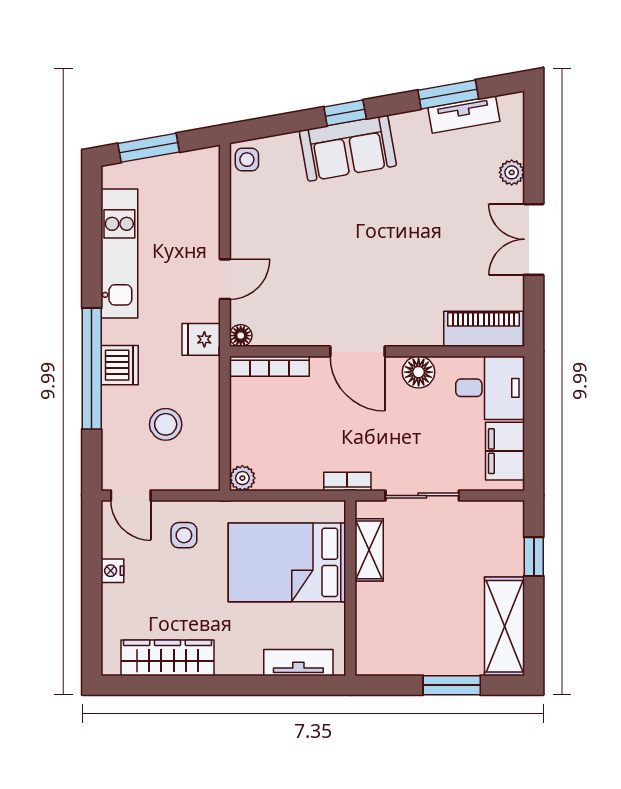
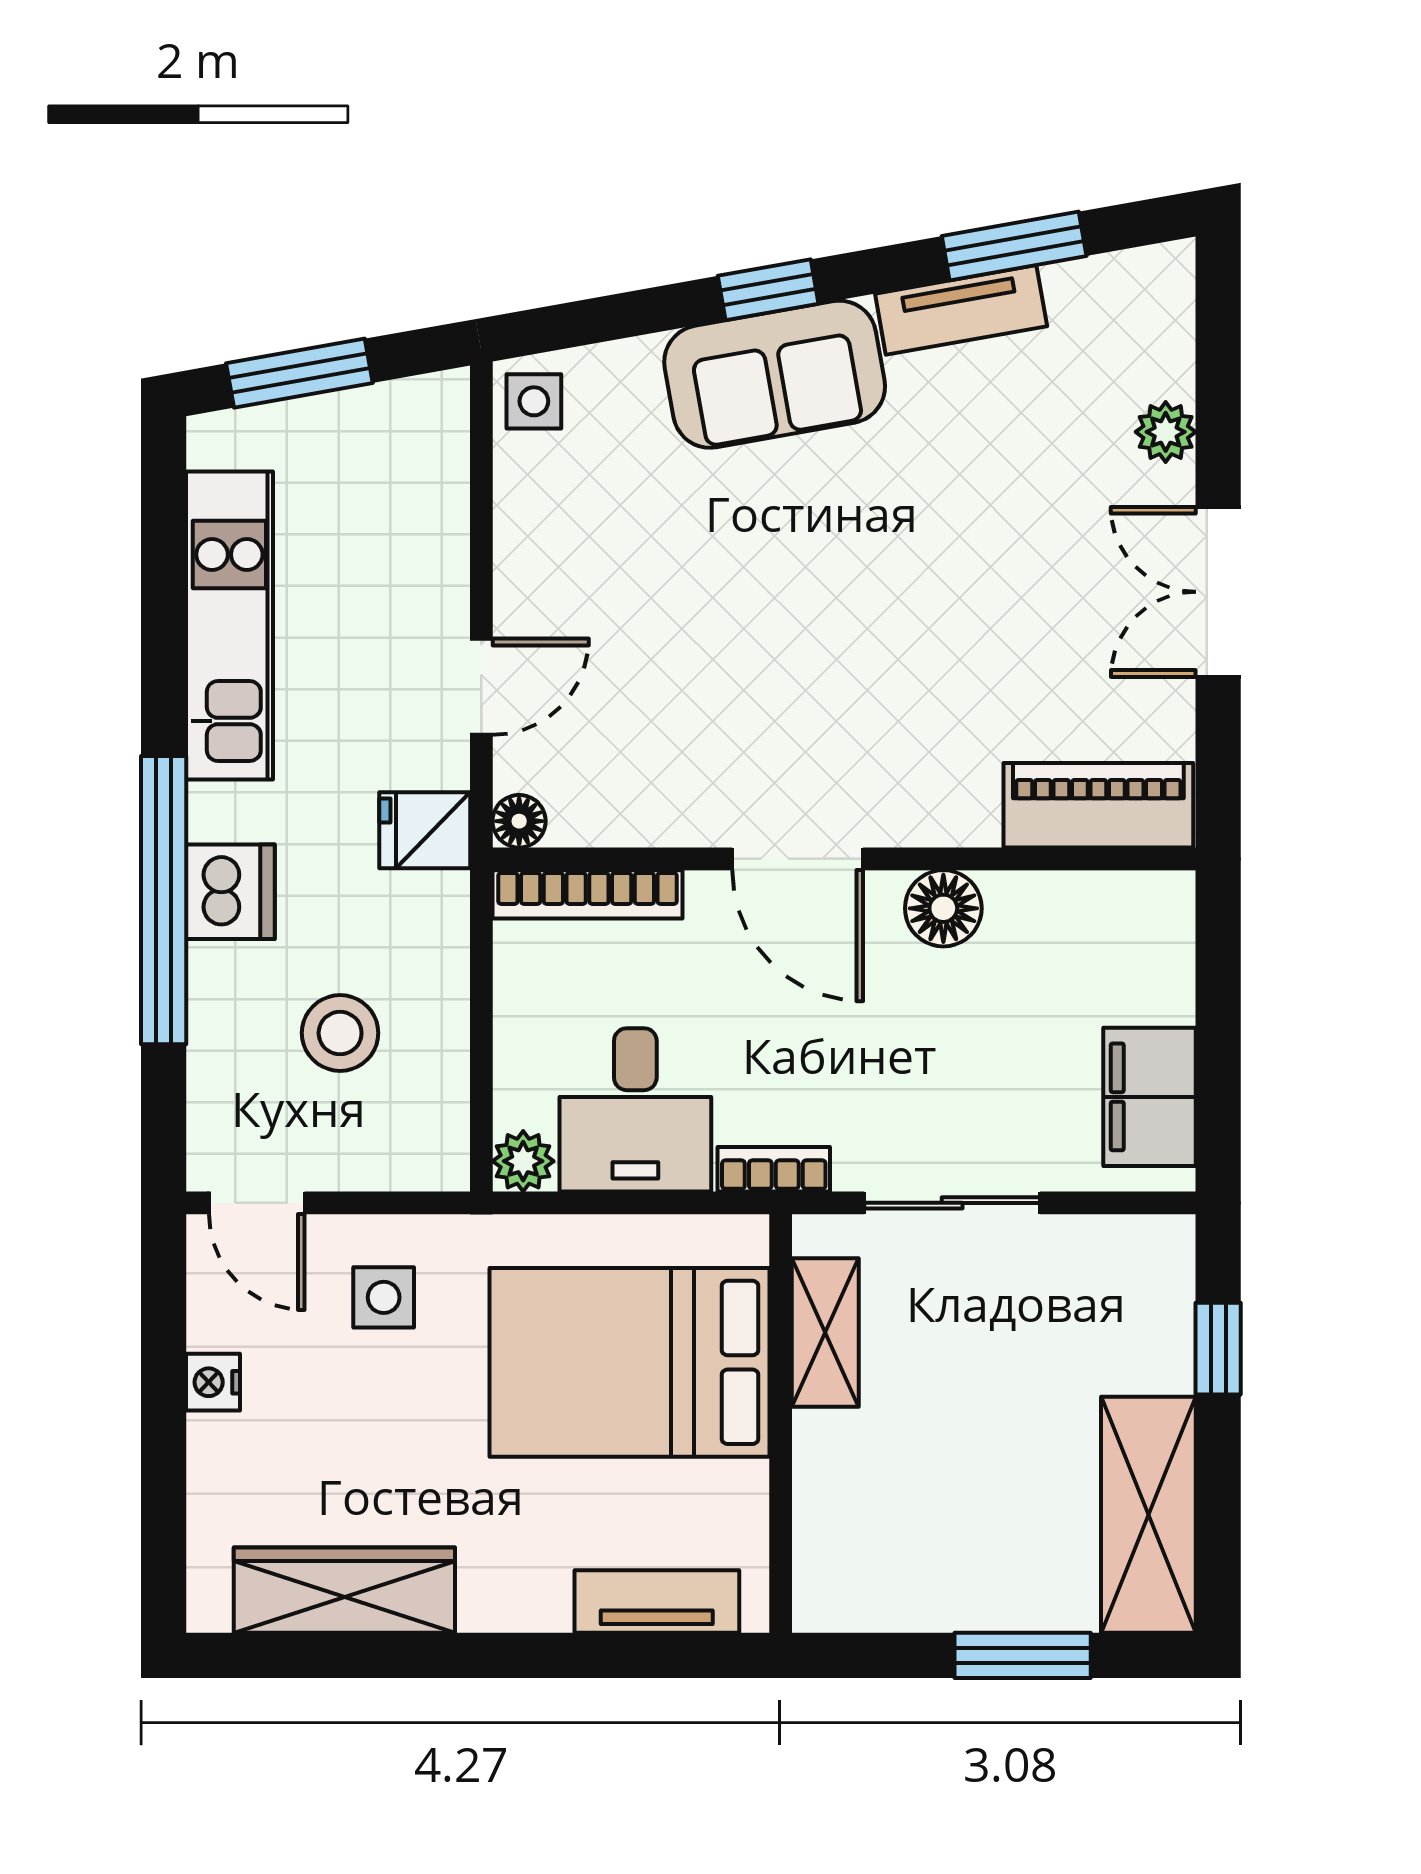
tv unit: (464, 115) -> (961, 310), moved
desk: (490, 388) -> (635, 1110), moved, turned 90

